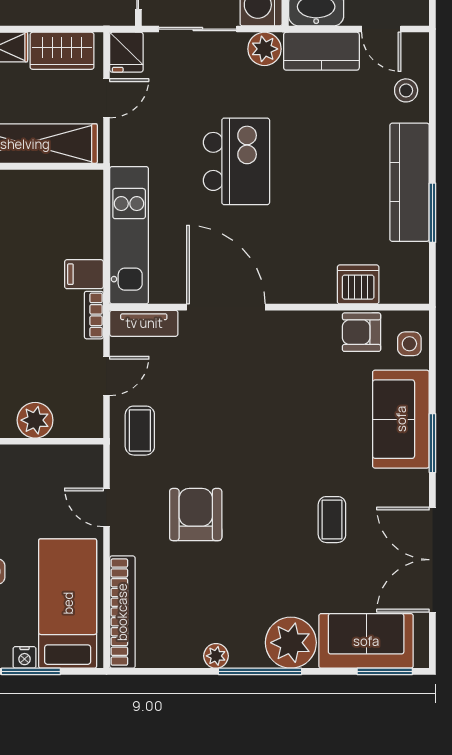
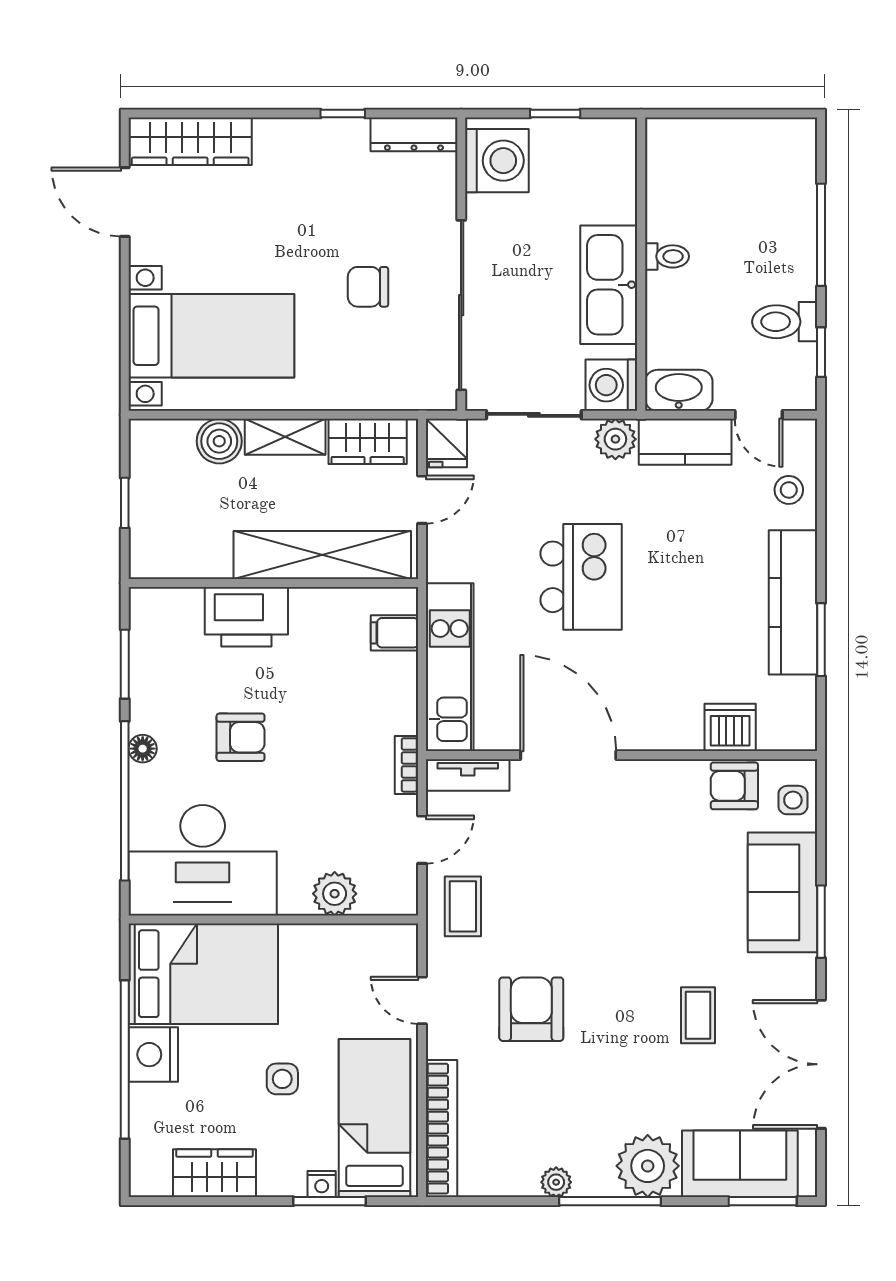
filing cabinet: (84, 274) -> (394, 633), moved

